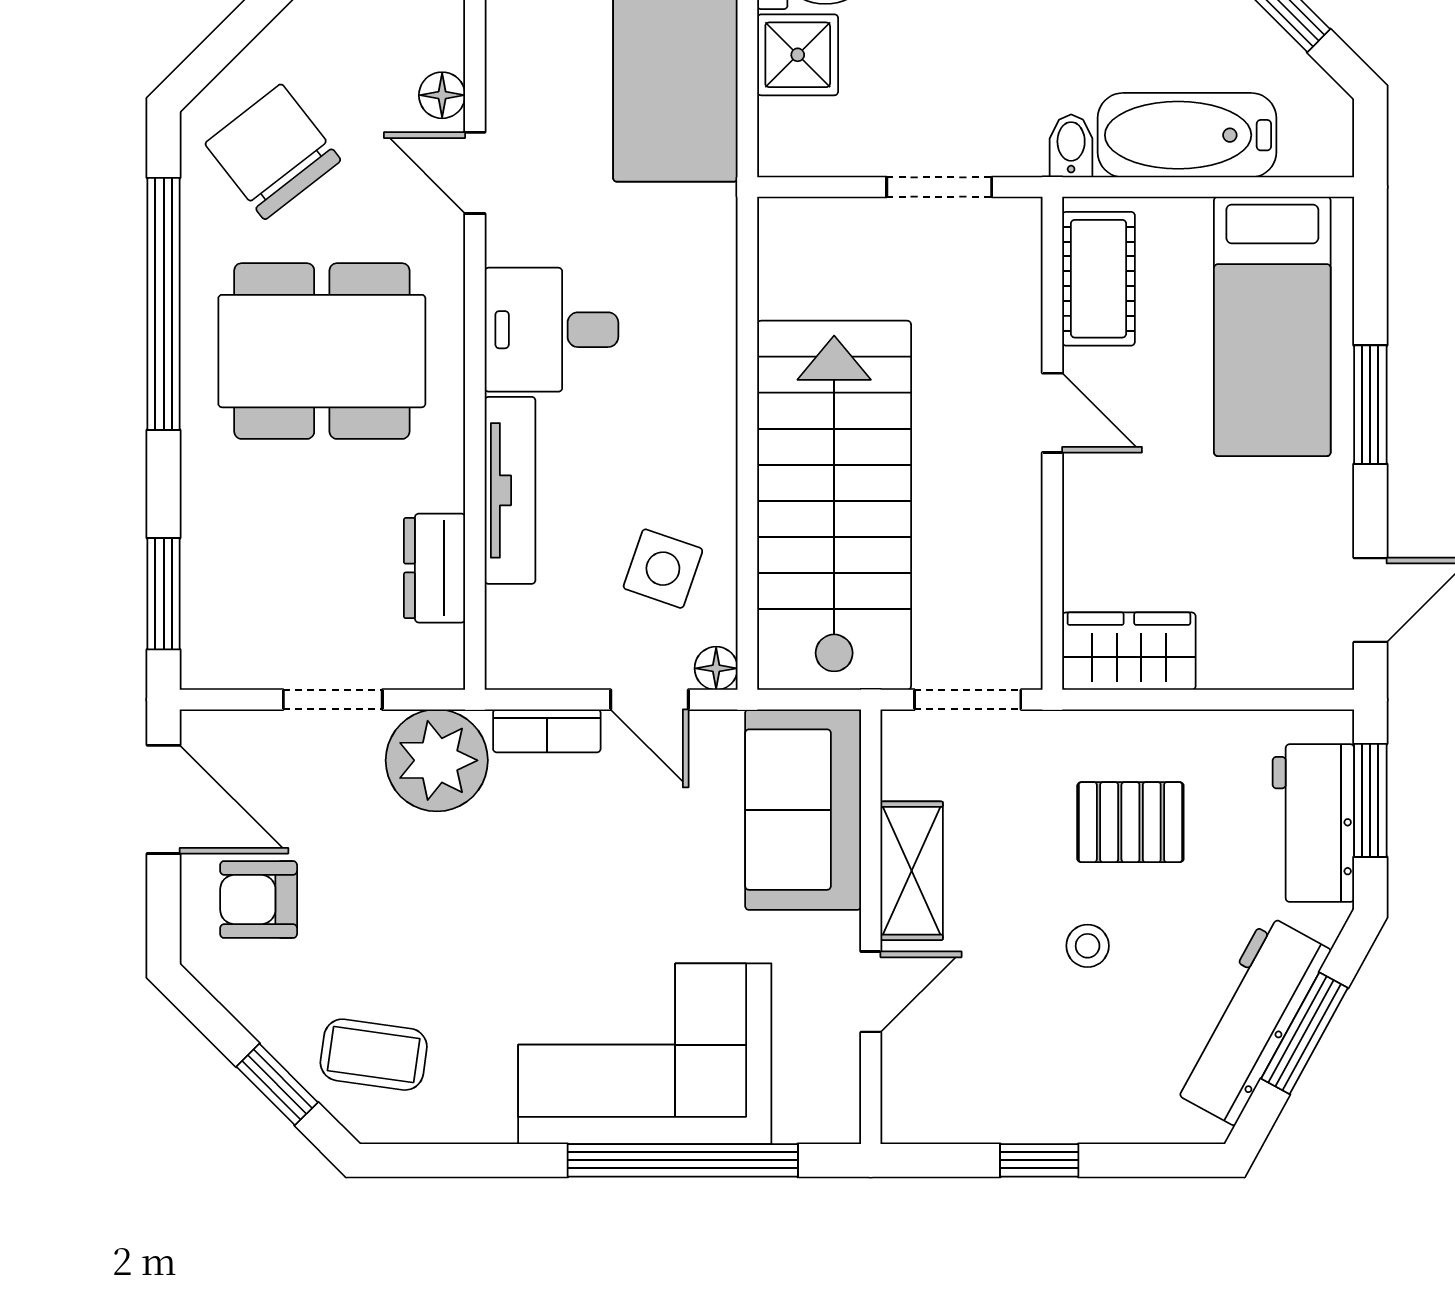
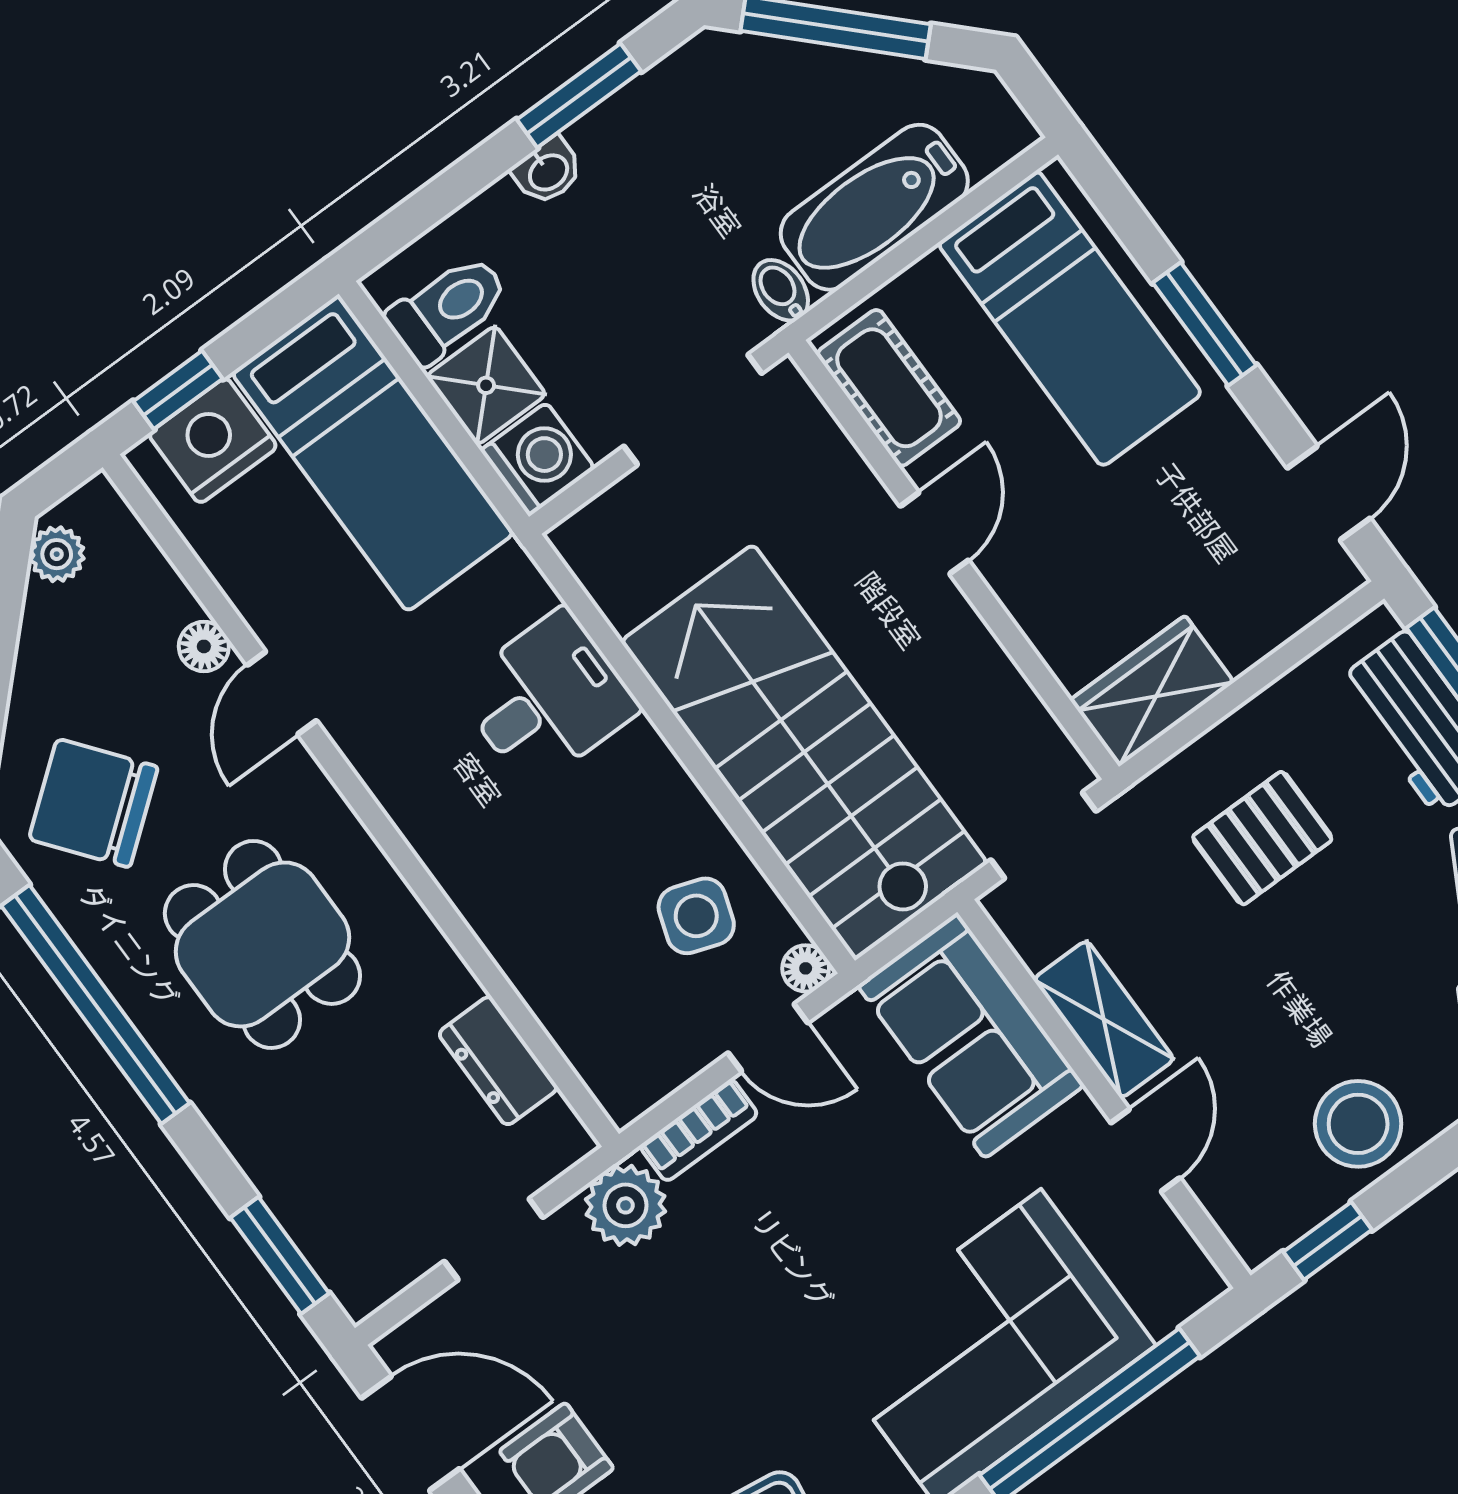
washing machine: (796, 139) -> (538, 459), added
door: (475, 173) -> (282, 693), hinge flipped
doorway: (939, 187) -> (693, 410), width x1.38
desk: (552, 330) -> (547, 698), moved, turned 180
dining table: (322, 351) -> (262, 944), width x0.73
door: (1052, 413) -> (934, 533), hinge flipped
tv unit: (510, 490) -> (514, 945), removed
plant: (437, 760) -> (625, 1205), width x0.73, depth x0.73
stool: (1088, 946) -> (1358, 1124), moved, width x1.89, depth x1.89
window: (1039, 1160) -> (1328, 1241), moved

